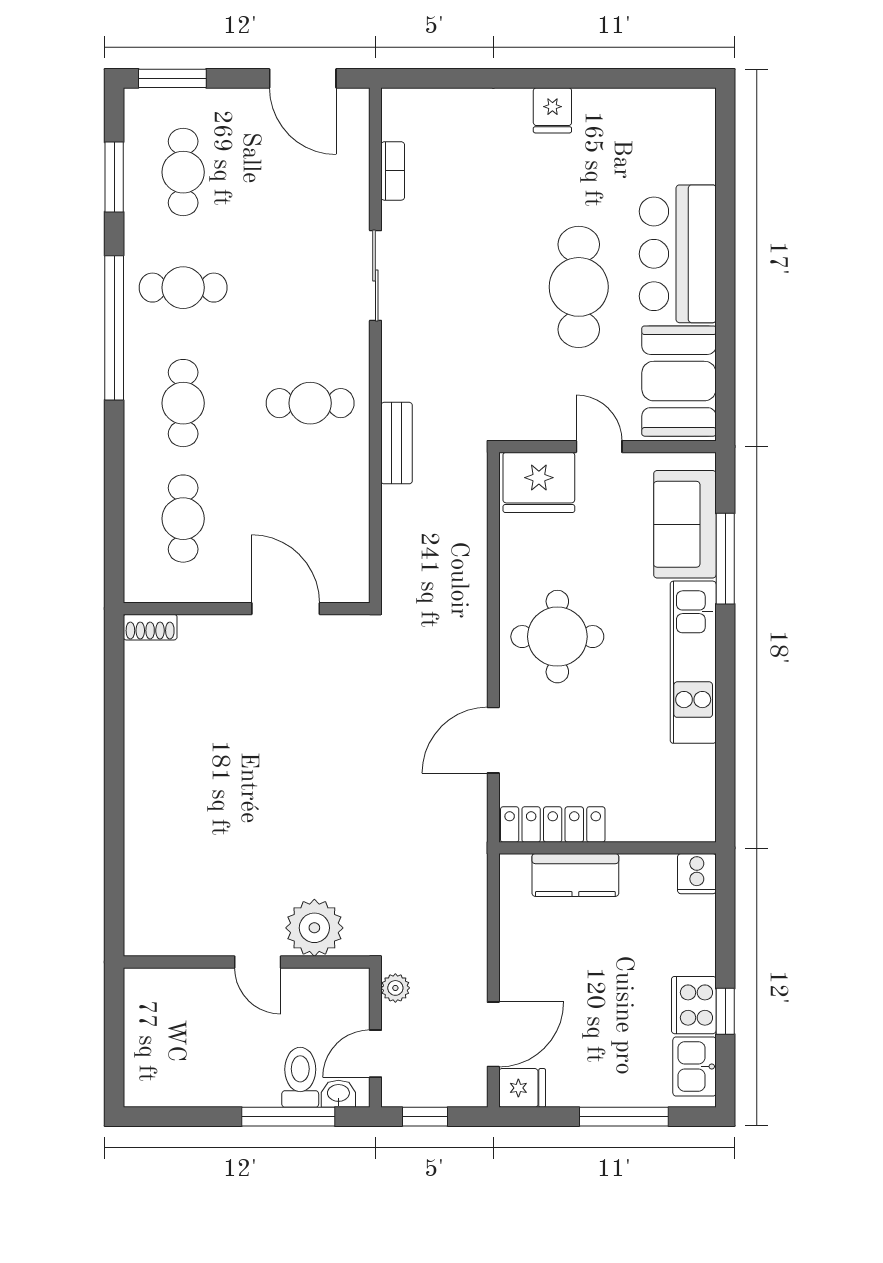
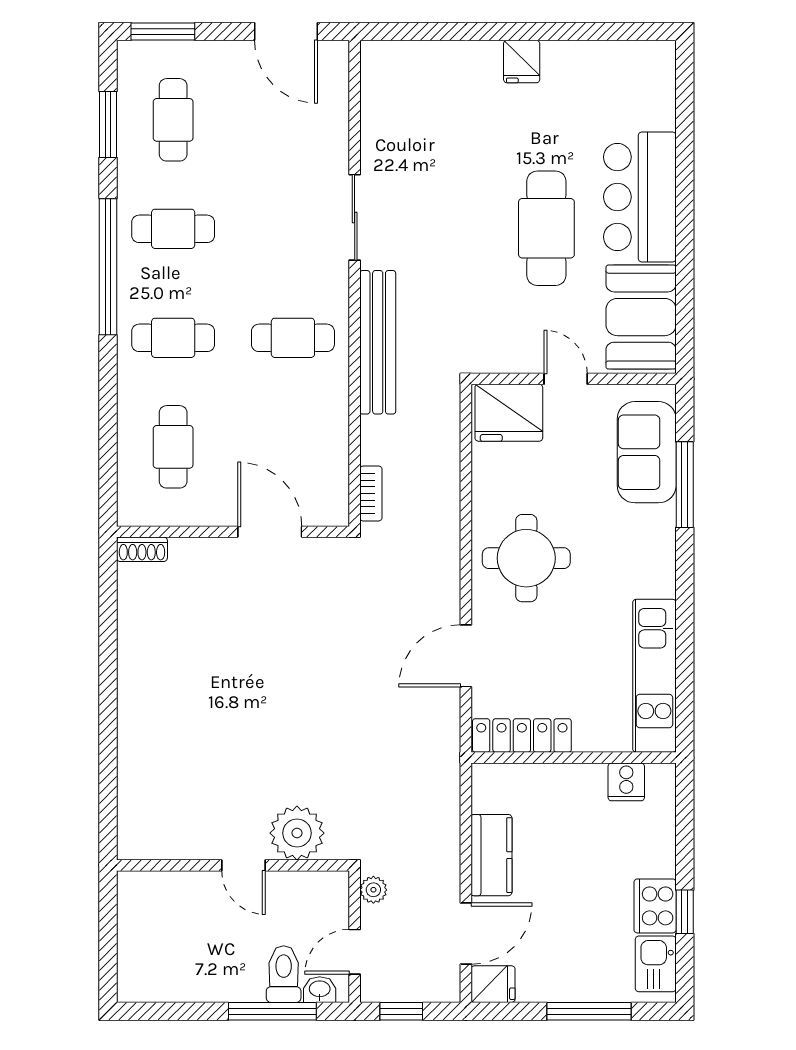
bookcase: (393, 171) -> (371, 493), moved
cafe table: (183, 403) -> (173, 338), turned 90
bench: (397, 443) -> (378, 342), width x1.86, depth x1.21
kitchen unit: (693, 662) -> (654, 676), moved
cooker: (697, 874) -> (626, 782), moved
kitchen counter: (575, 875) -> (491, 855), moved, turned -90

